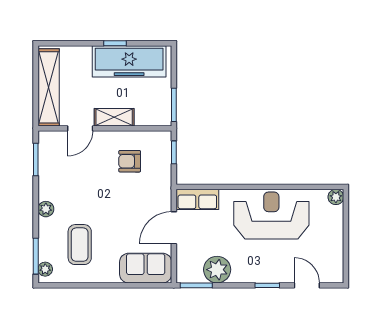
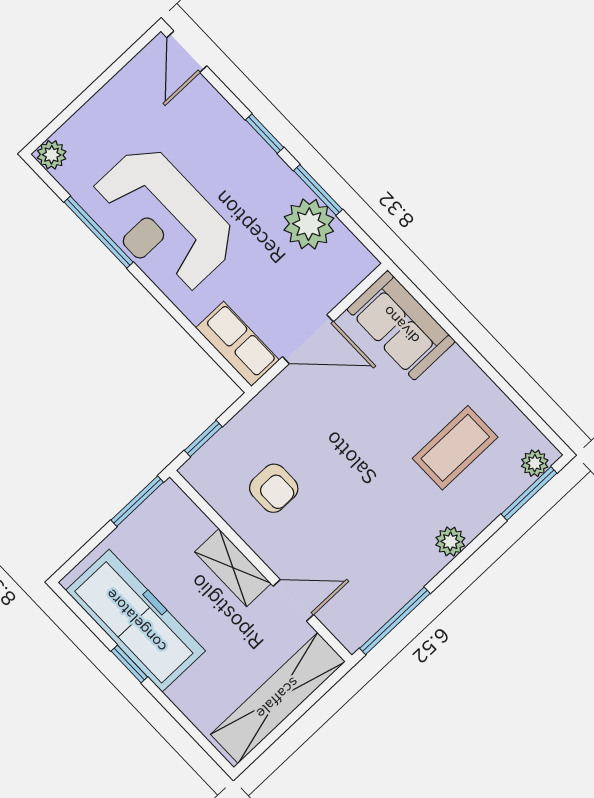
window: (36, 159) -> (395, 621), width x1.44
window: (290, 187) -> (99, 232), added
window: (196, 285) -> (318, 190), moved
door: (307, 285) -> (187, 52), moved

